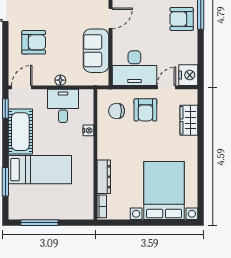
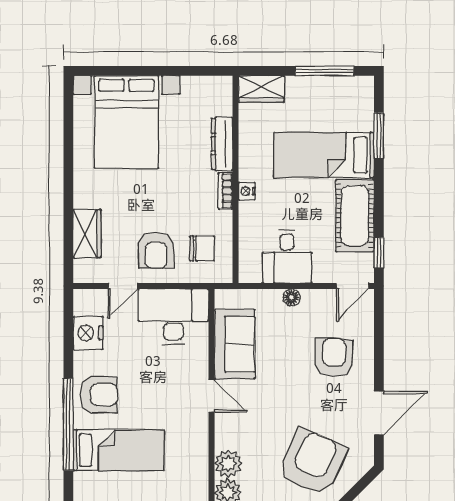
door: (110, 18) -> (212, 396), swing flipped
armchair: (34, 42) -> (334, 358), turned 92
nightstand: (188, 75) -> (88, 333), moved
armchair: (145, 110) -> (156, 250), turned 180
nightstand: (88, 130) -> (247, 191), moved
bookcase: (102, 206) -> (225, 191), moved
wardrobe: (79, 211) -> (261, 89), added

